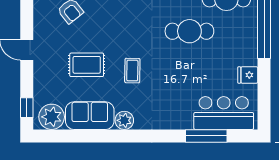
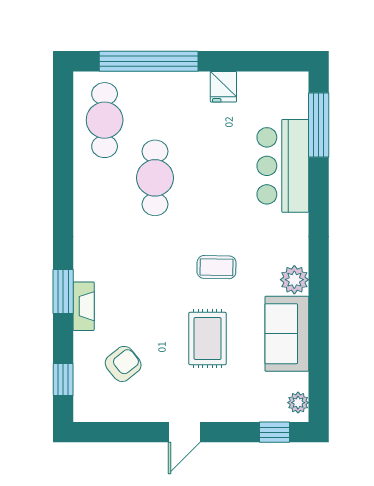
bar counter: (224, 113) -> (283, 166), moved
plant: (52, 117) -> (298, 403), width x0.53, depth x0.53
window: (206, 136) -> (319, 125), moved

